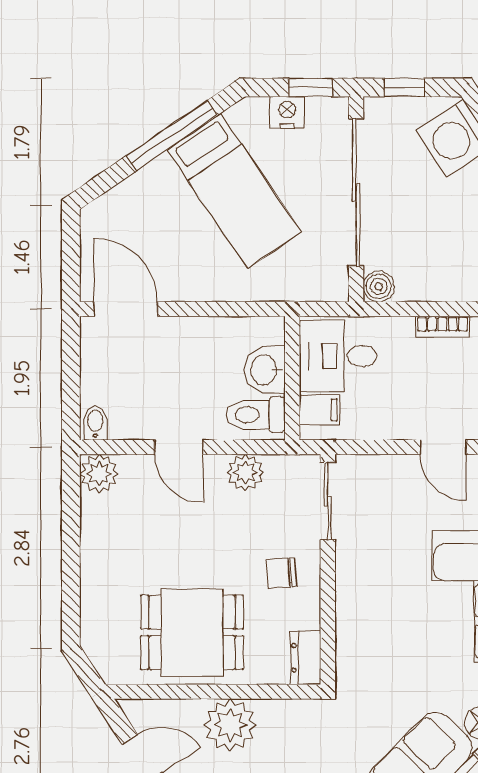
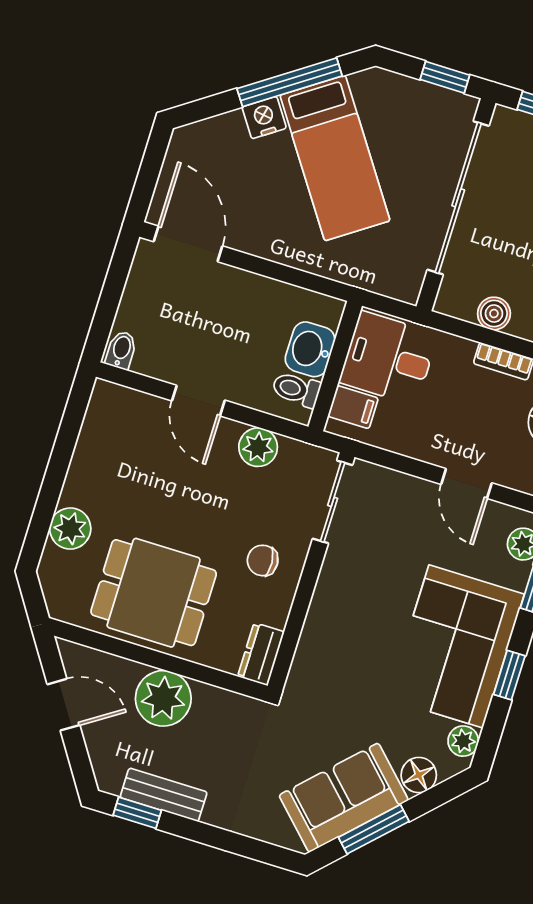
nightstand: (287, 112) -> (264, 118), moved, turned -34
boiler: (379, 286) -> (494, 313), moved
toilet: (255, 415) -> (296, 389), width x0.73, depth x0.72
plant: (99, 474) -> (70, 529), moved

